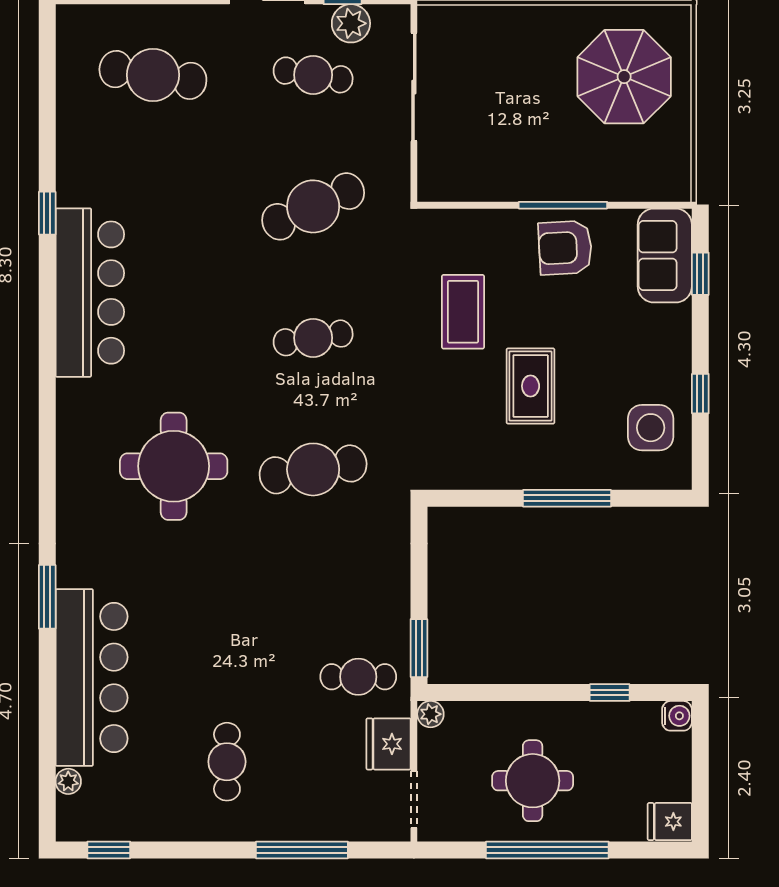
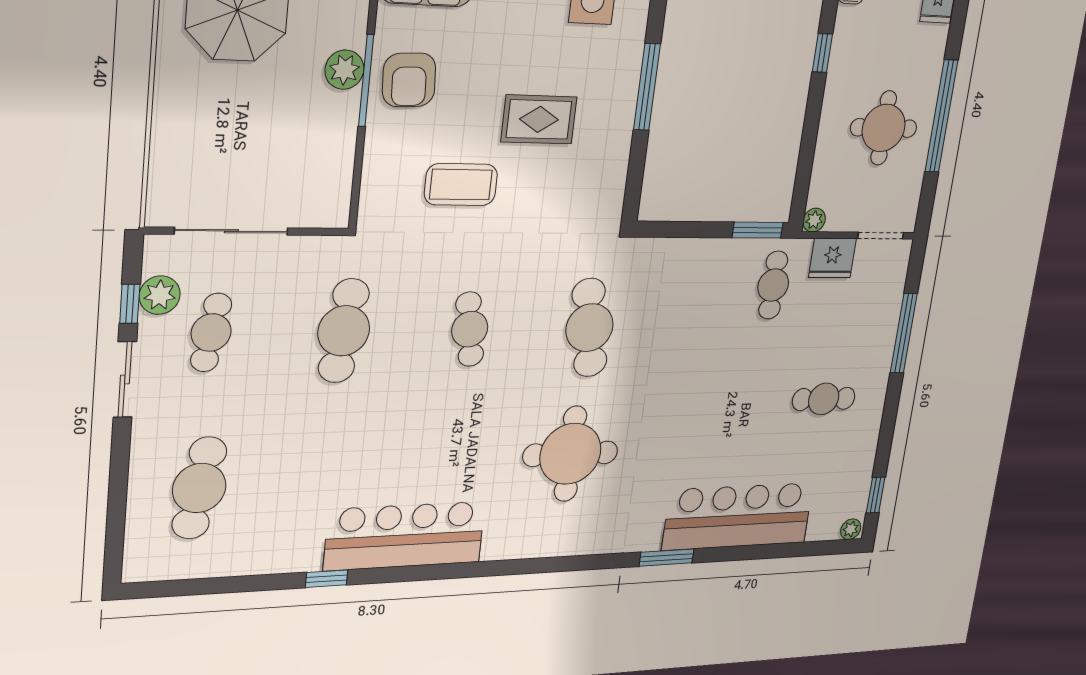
plant: (573, 183) -> (344, 70), added
cafe table: (313, 206) -> (344, 331), turned 30
plant: (68, 781) -> (851, 529), moved

